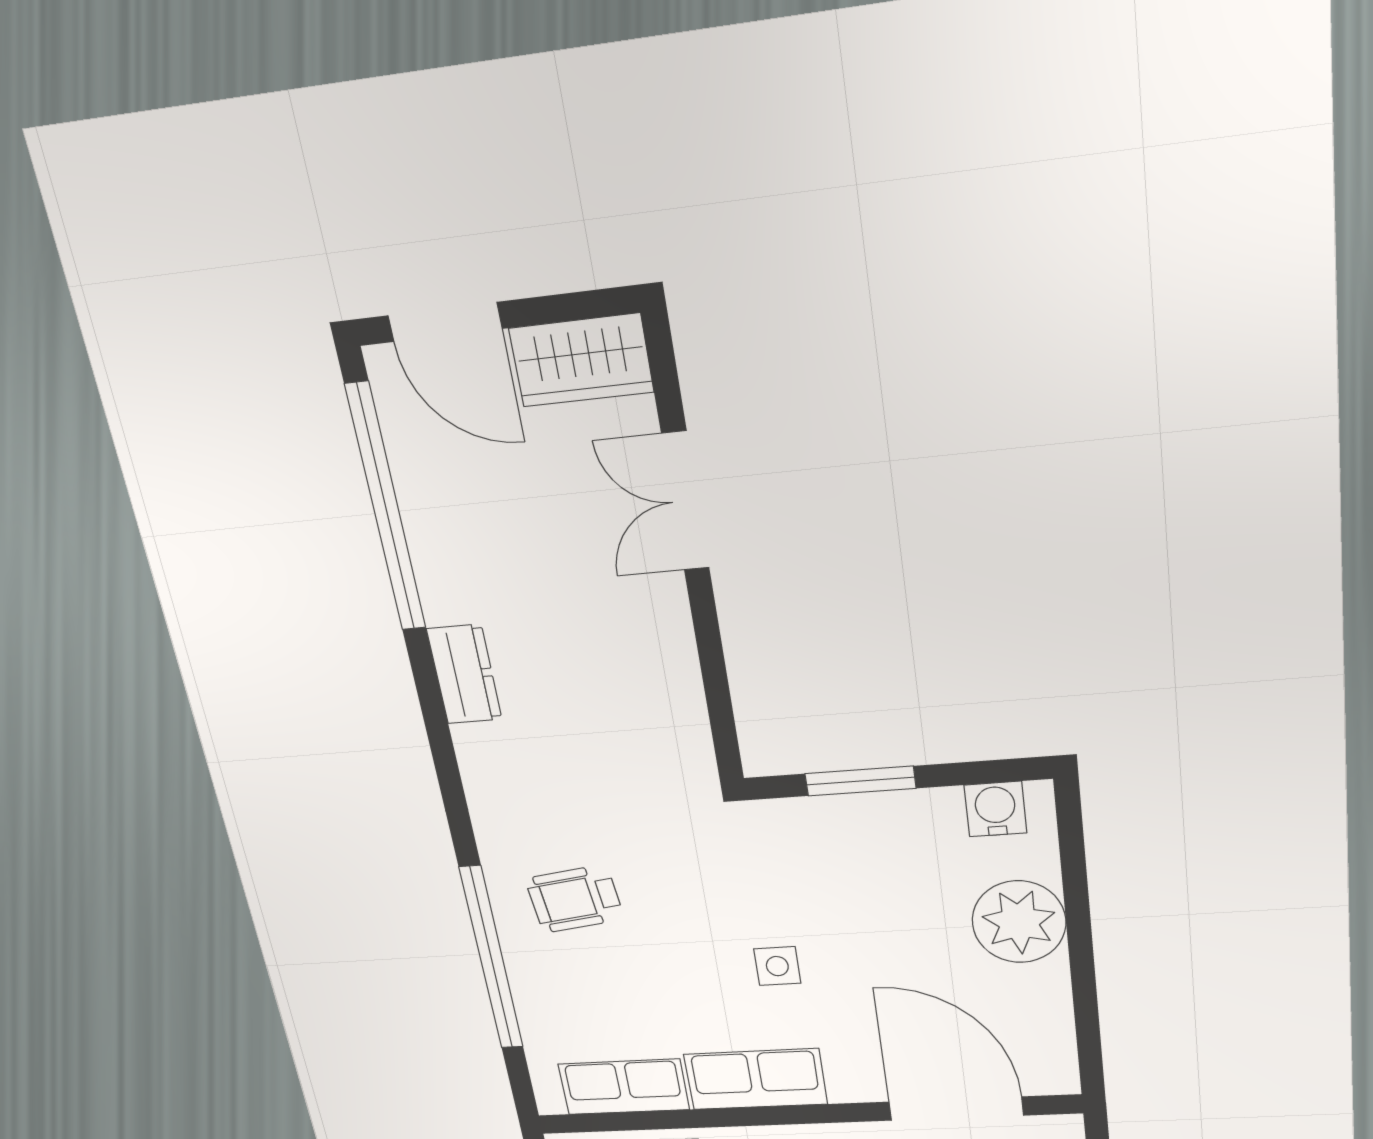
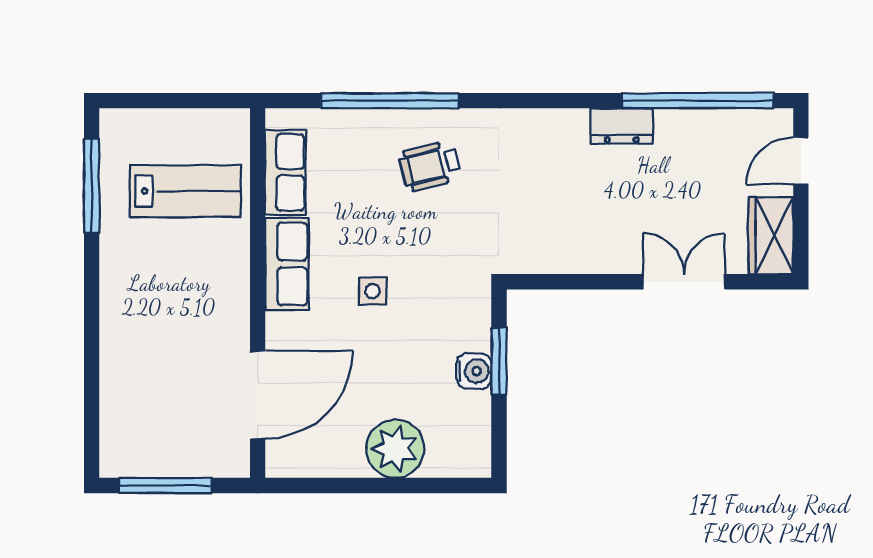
door: (445, 322) -> (801, 161), width x0.73
dresser: (464, 674) -> (622, 126), moved
water cooler: (995, 809) -> (474, 371), moved
wheelchair: (575, 899) -> (430, 166), turned -97

